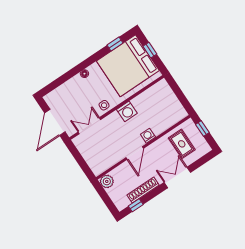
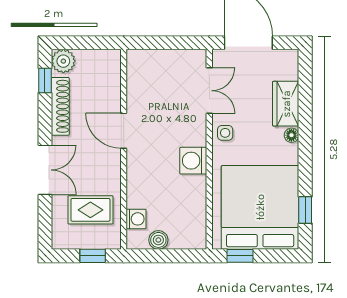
window: (150, 50) -> (240, 256), moved
wardrobe: (72, 86) -> (286, 104), added
boiler: (175, 103) -> (158, 240), added
washing machine: (148, 136) -> (136, 219), moved
plant: (107, 181) -> (63, 61), moved

